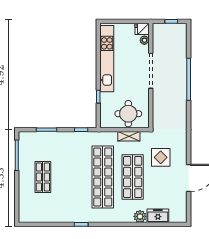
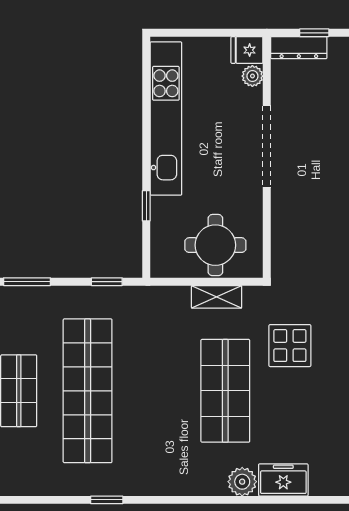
dresser: (165, 28) -> (299, 48), added
shop shelf: (103, 177) -> (88, 391), moved

